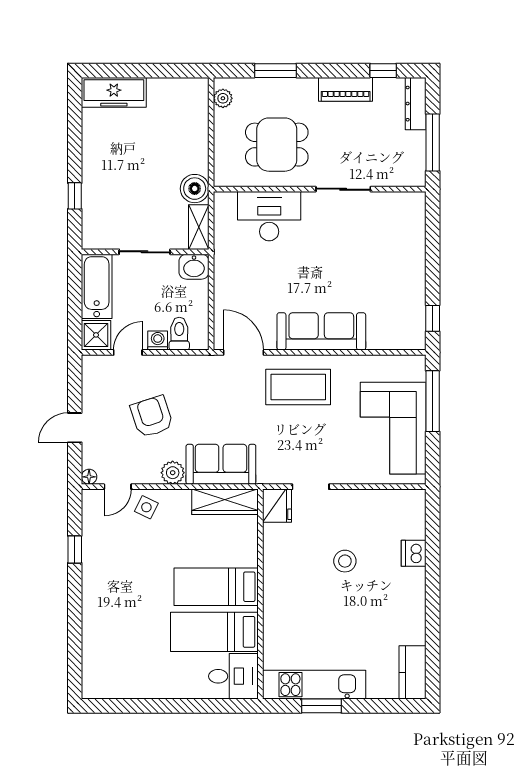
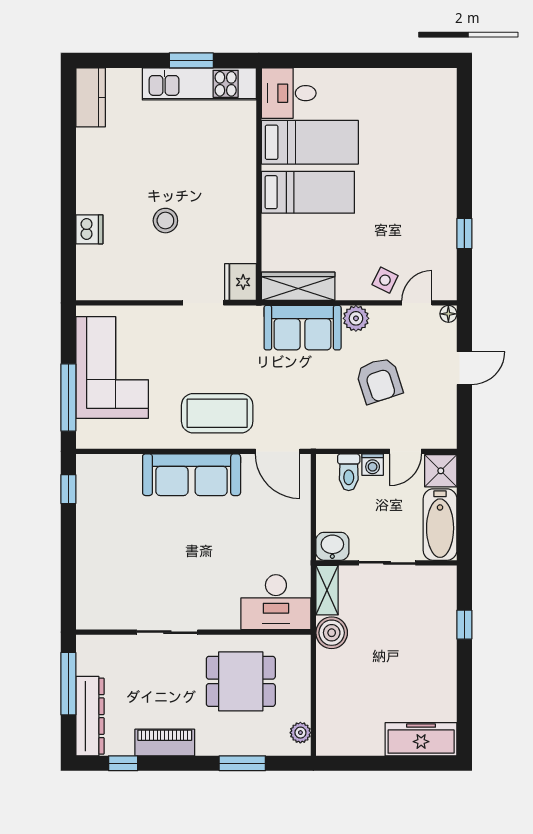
dresser: (416, 104) -> (90, 716), width x1.37, depth x1.24
desk: (269, 216) -> (276, 602), moved

